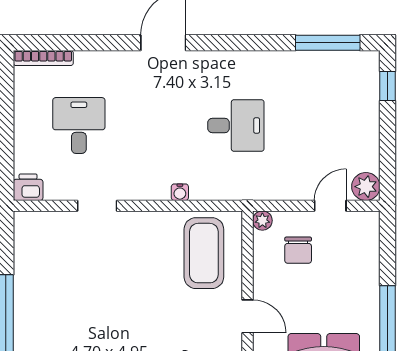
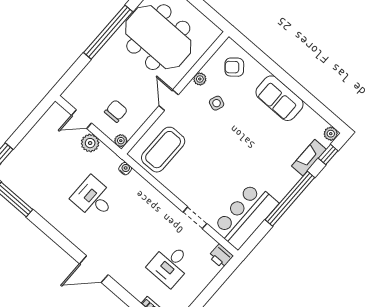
plant: (366, 187) -> (90, 143), moved
water cooler: (180, 192) -> (125, 169), moved
bar counter: (40, 260) -> (245, 216), added

